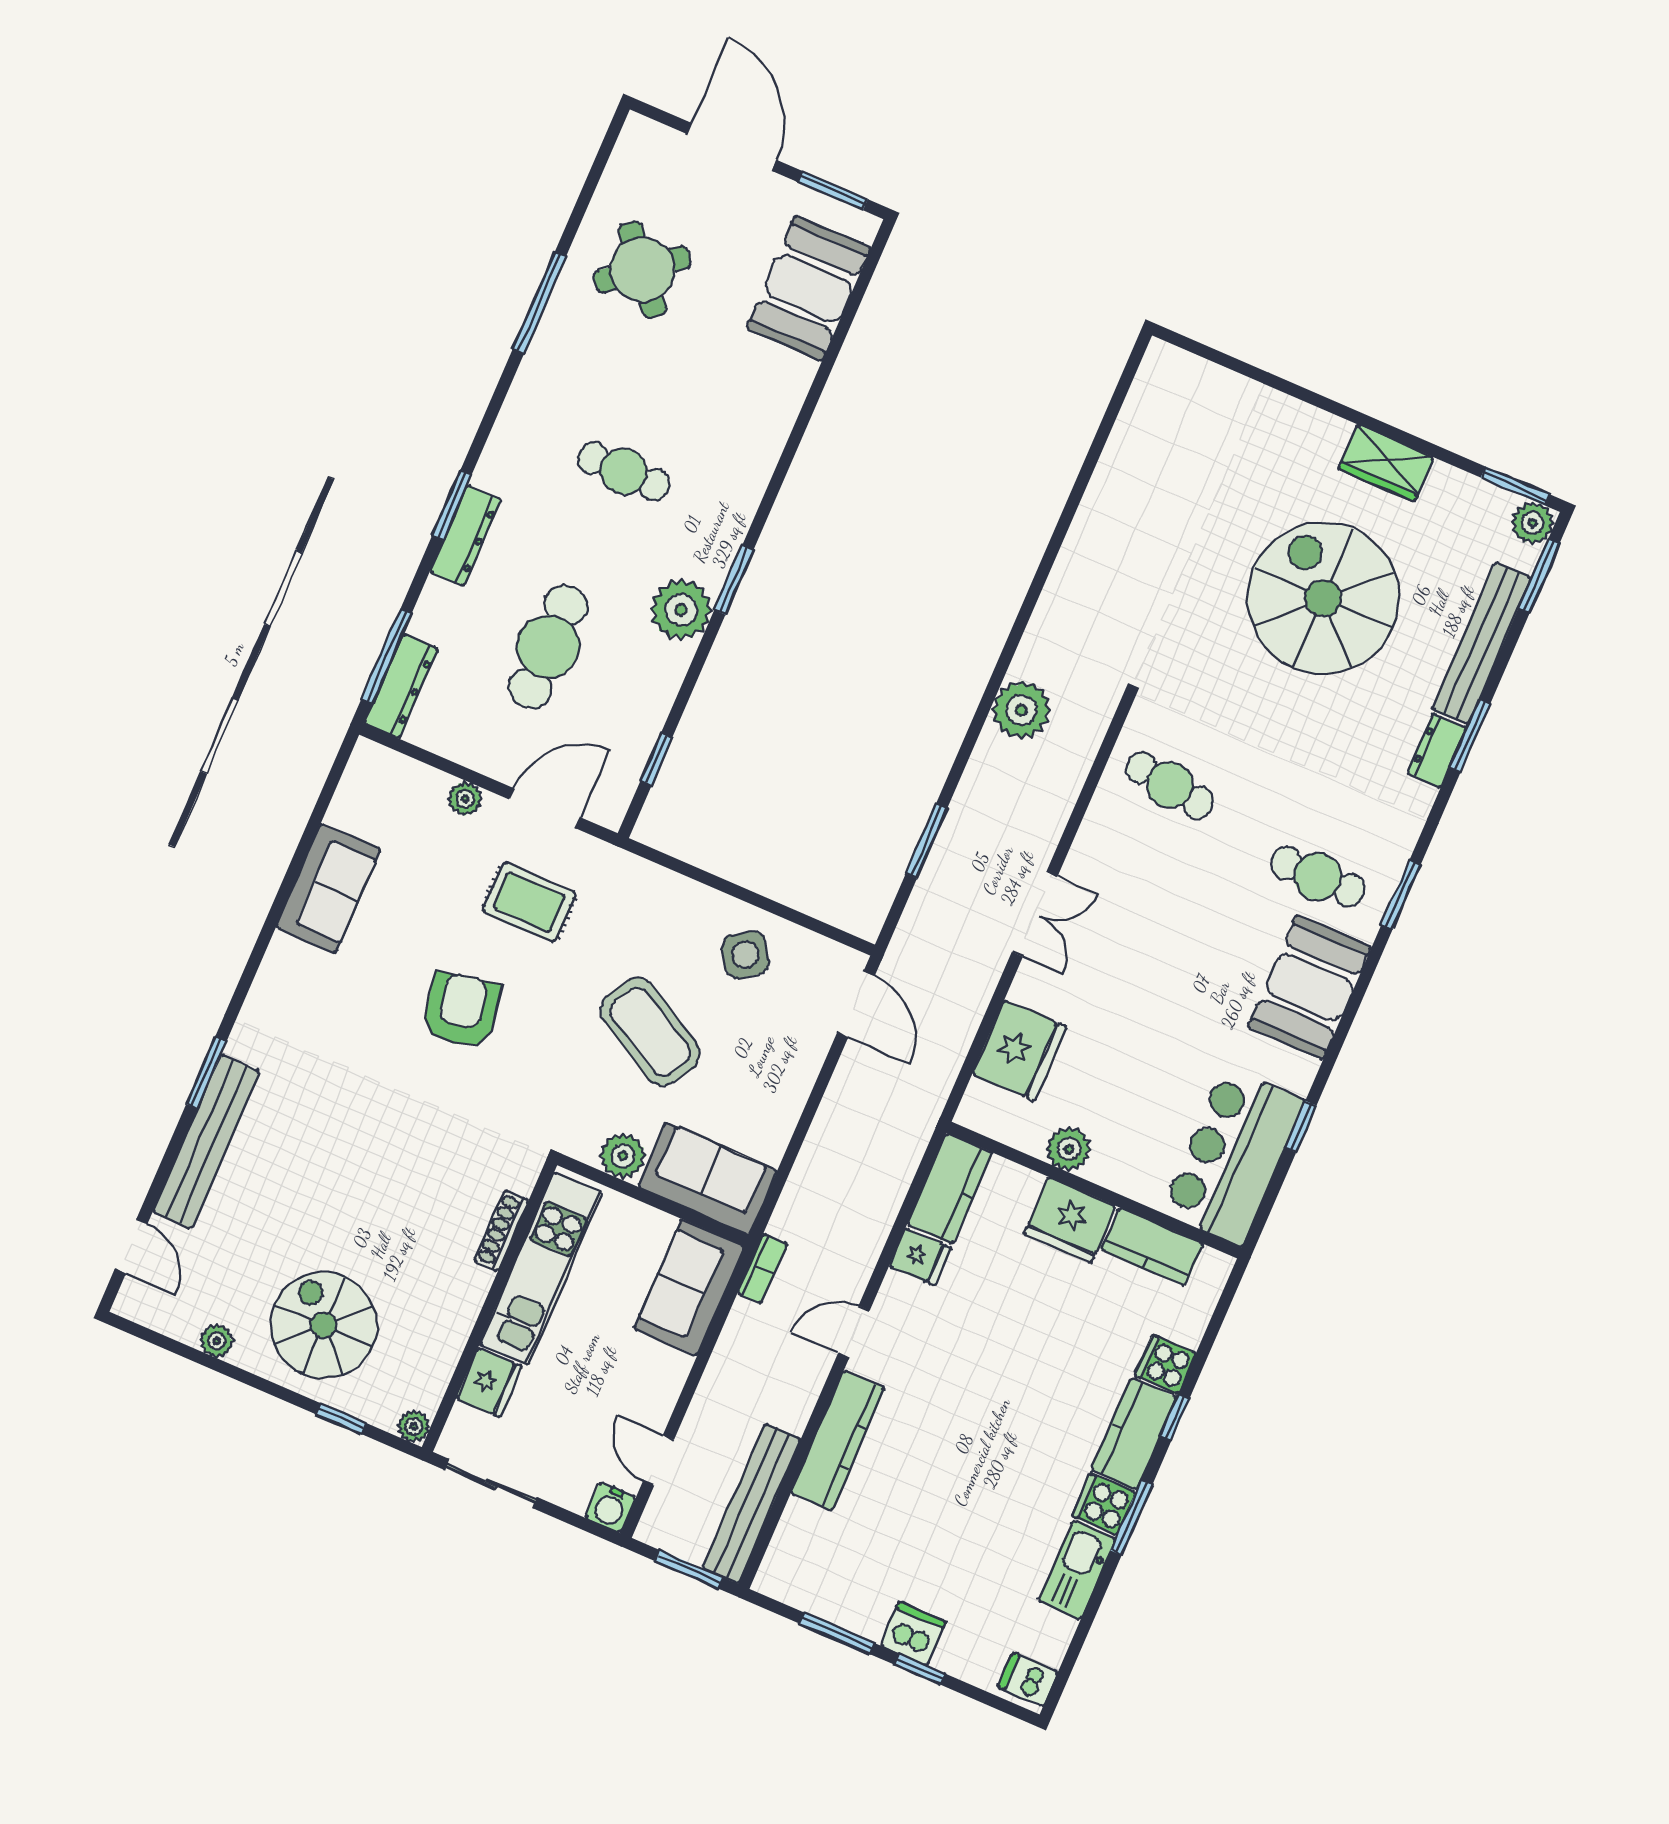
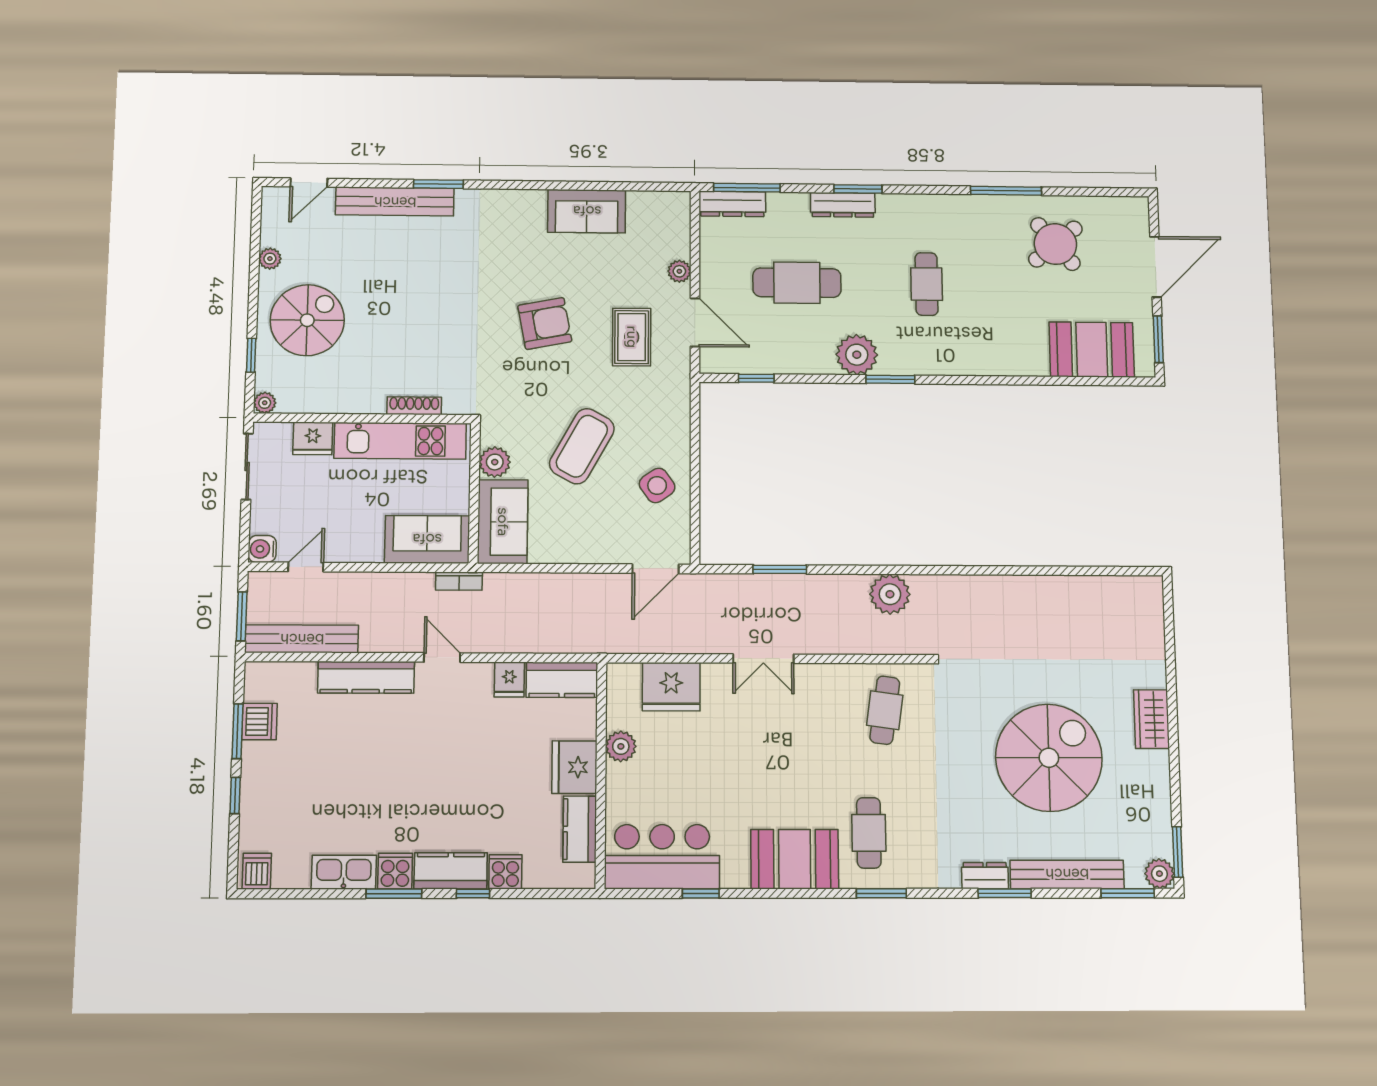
wardrobe: (1386, 463) -> (1152, 719), moved
dishwasher: (913, 1634) -> (259, 722), moved

